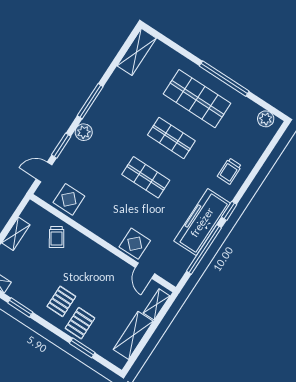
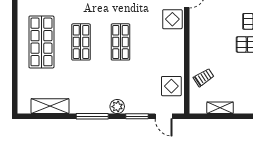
shelving: (137, 52) -> (50, 106), moved
window: (224, 79) -> (15, 32), removed

